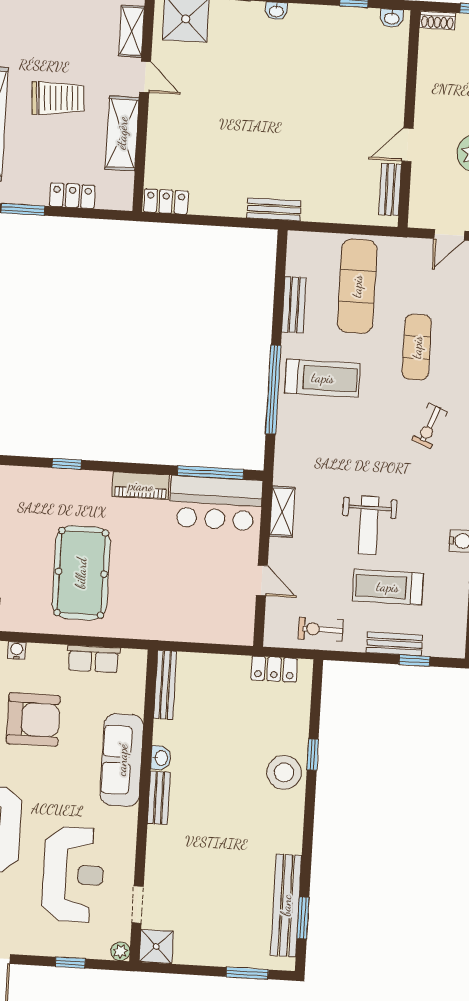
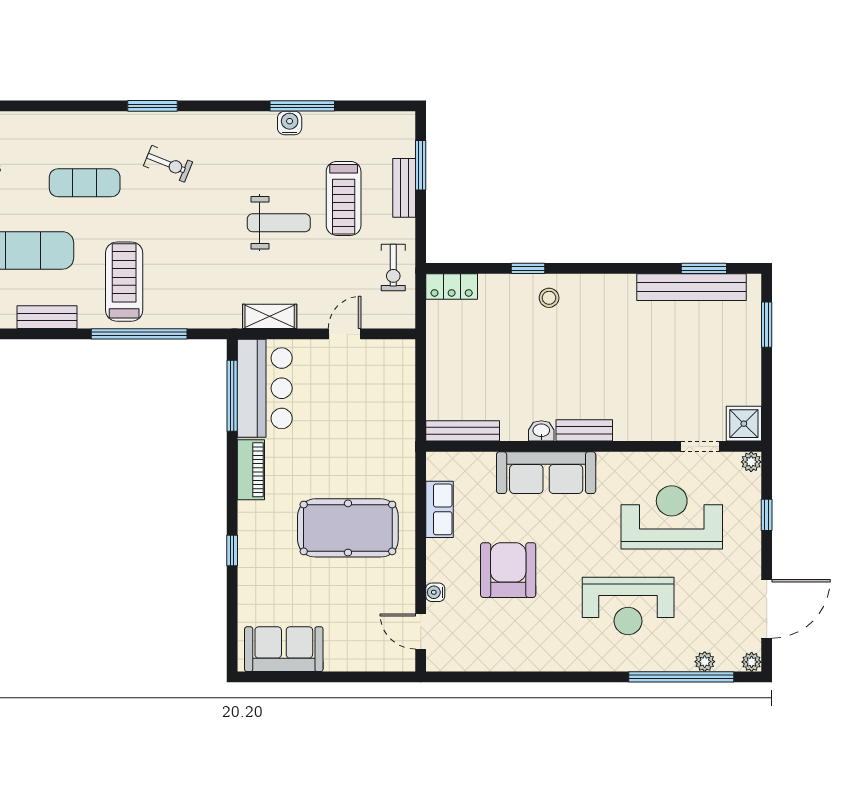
window: (414, 660) -> (421, 165), width x1.50
locker: (274, 669) -> (452, 286), moved, turned 90
stool: (284, 772) -> (549, 298), width x0.53, depth x0.53

